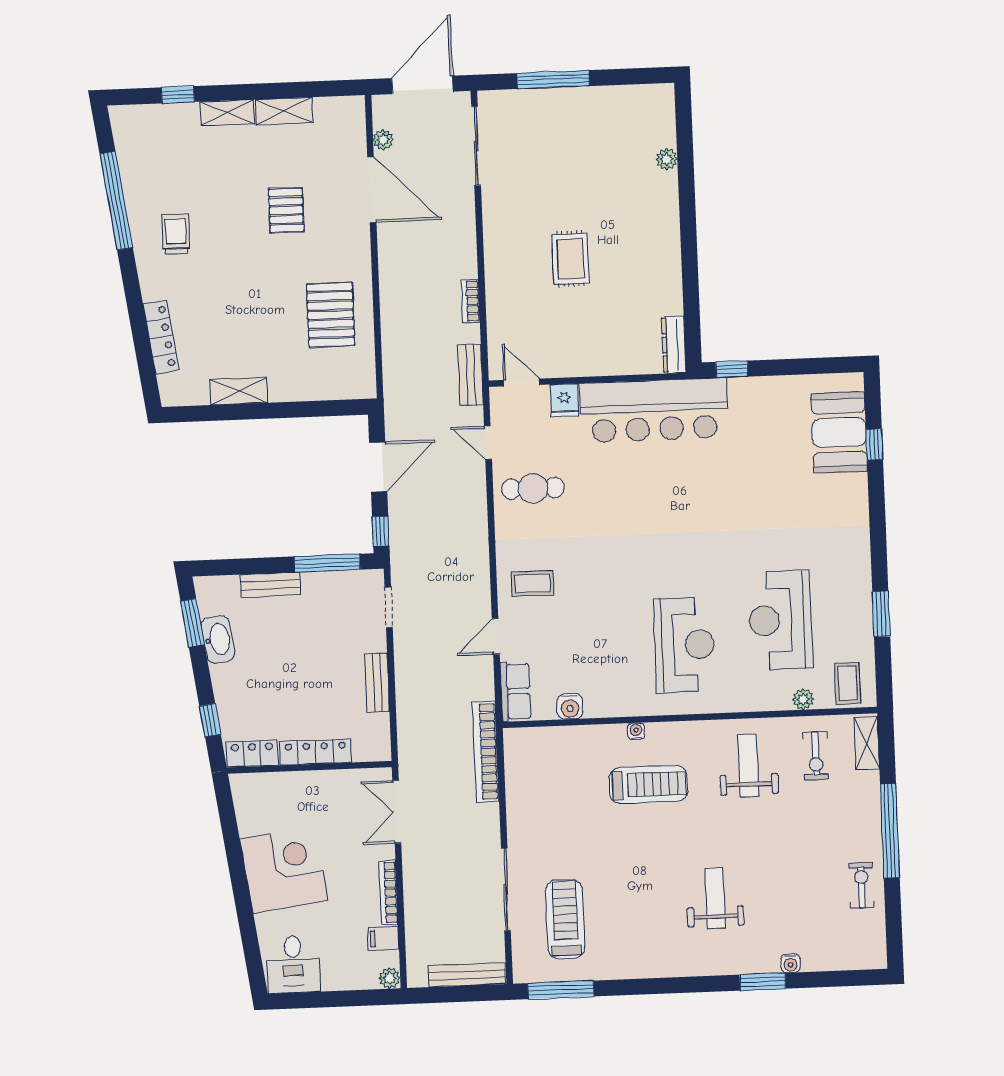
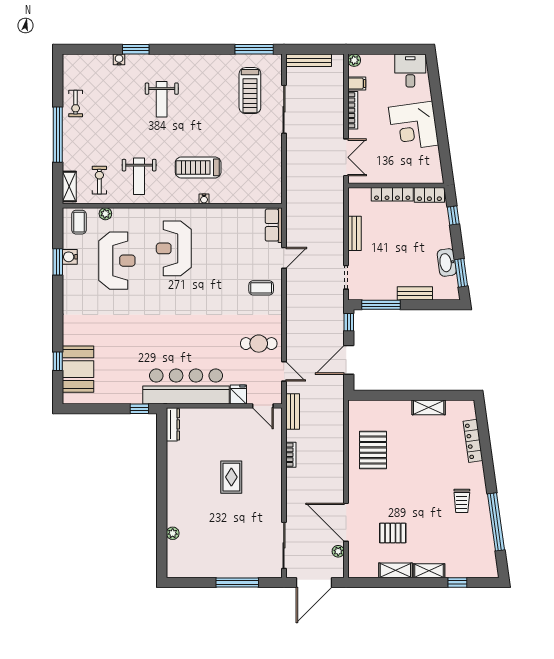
pallet: (286, 210) -> (393, 533), moved, turned 90
water cooler: (570, 706) -> (70, 257), moved, turned -90
bookcase: (486, 752) -> (293, 190), removed

